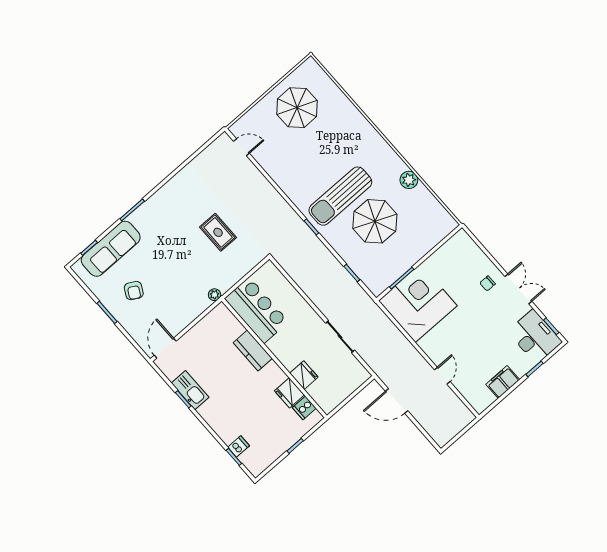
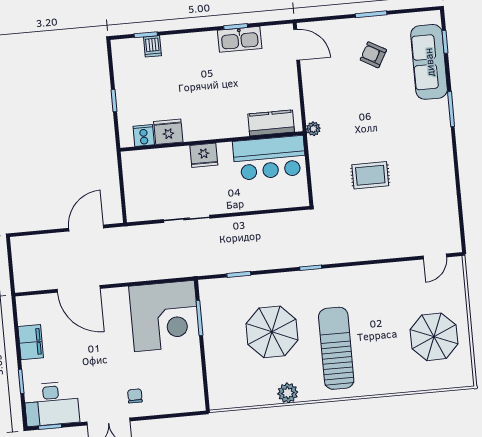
sun lounger: (340, 196) -> (336, 348), moved
kitchen counter: (253, 351) -> (271, 123), moved
fridge: (304, 375) -> (204, 155), moved
door: (442, 376) -> (79, 289), width x1.88

